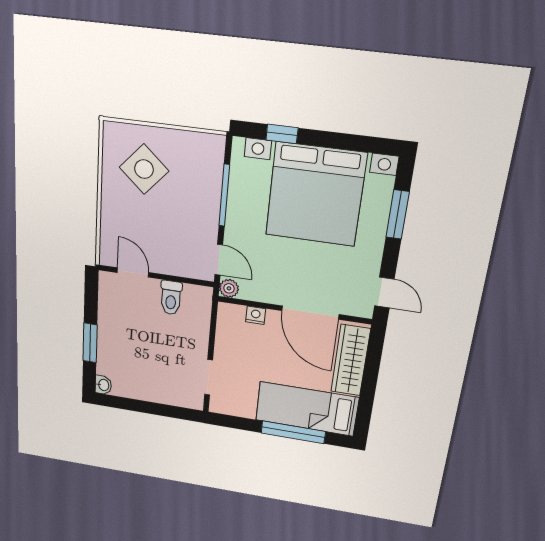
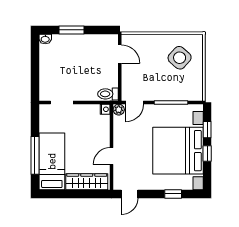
window: (328, 139) -> (207, 153), added
window: (398, 214) -> (173, 194), width x0.67
door: (133, 272) -> (120, 54), hinge flipped
toilet: (171, 298) -> (108, 94), moved
door: (310, 313) -> (112, 156), width x0.53
nightstand: (256, 315) -> (105, 109), moved

